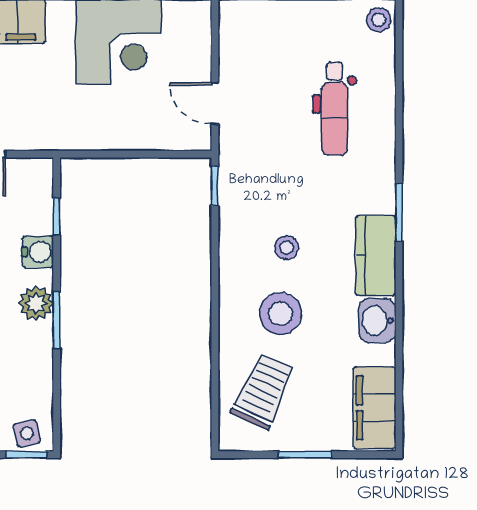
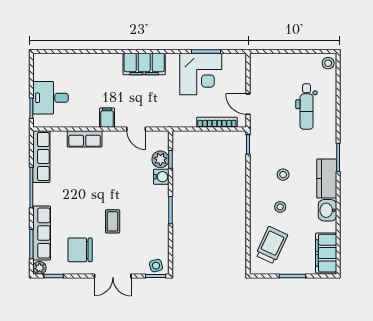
bookcase: (151, 140) -> (217, 122), added
plant: (36, 303) -> (160, 159), moved
stool: (281, 314) -> (280, 207), width x0.53, depth x0.53

